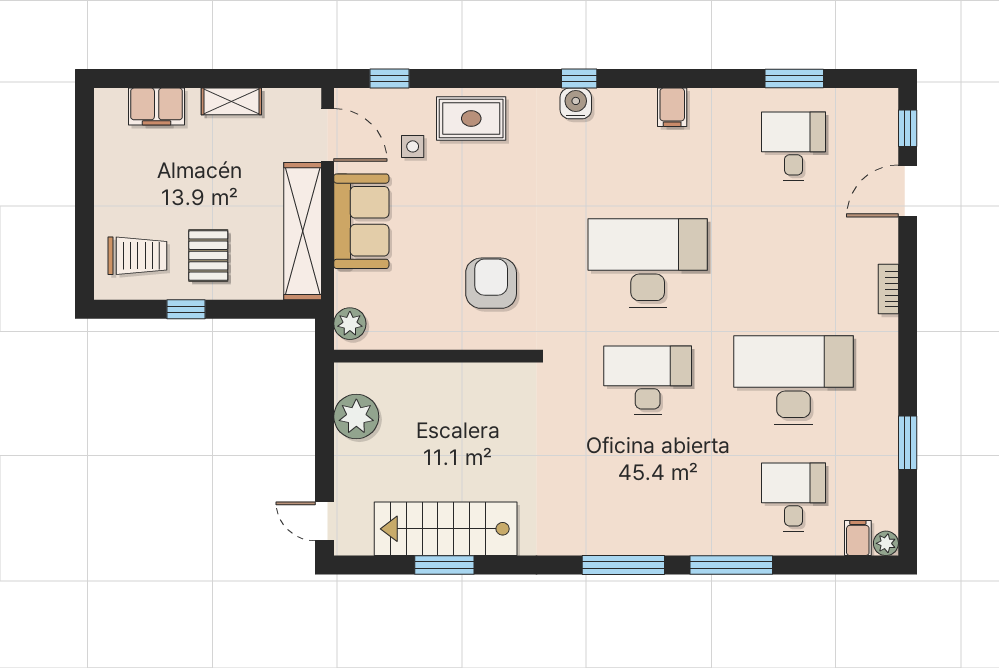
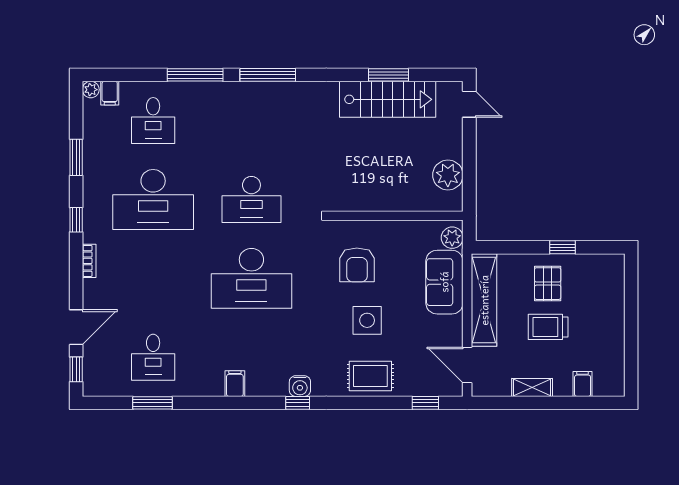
filing cabinet: (157, 107) -> (583, 384), width x0.50
side table: (413, 146) -> (367, 320), moved, width x1.87, depth x1.87
sofa: (361, 221) -> (444, 282), moved
trolley: (137, 256) -> (548, 327), moved
window: (908, 350) -> (76, 220), added

